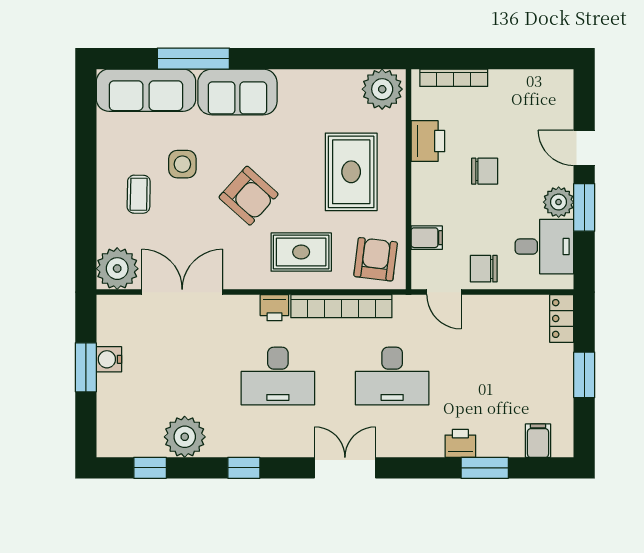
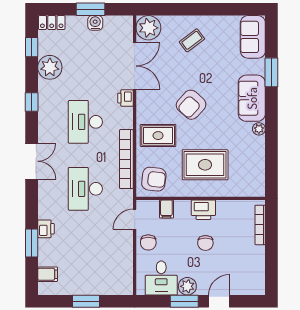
window: (193, 59) -> (271, 72), width x0.69
plant: (382, 89) -> (259, 129), moved, width x0.53, depth x0.53
sofa: (146, 90) -> (253, 37), width x0.73
printer: (428, 141) -> (203, 210), moved
side table: (182, 164) -> (210, 66), removed
coffee table: (139, 194) -> (192, 40), turned -38
rug: (301, 252) -> (158, 136), turned 90
chair: (484, 269) -> (148, 242), turned 180
printer: (274, 308) -> (125, 98), moved
locker: (562, 318) -> (52, 23), moved, turned 180

